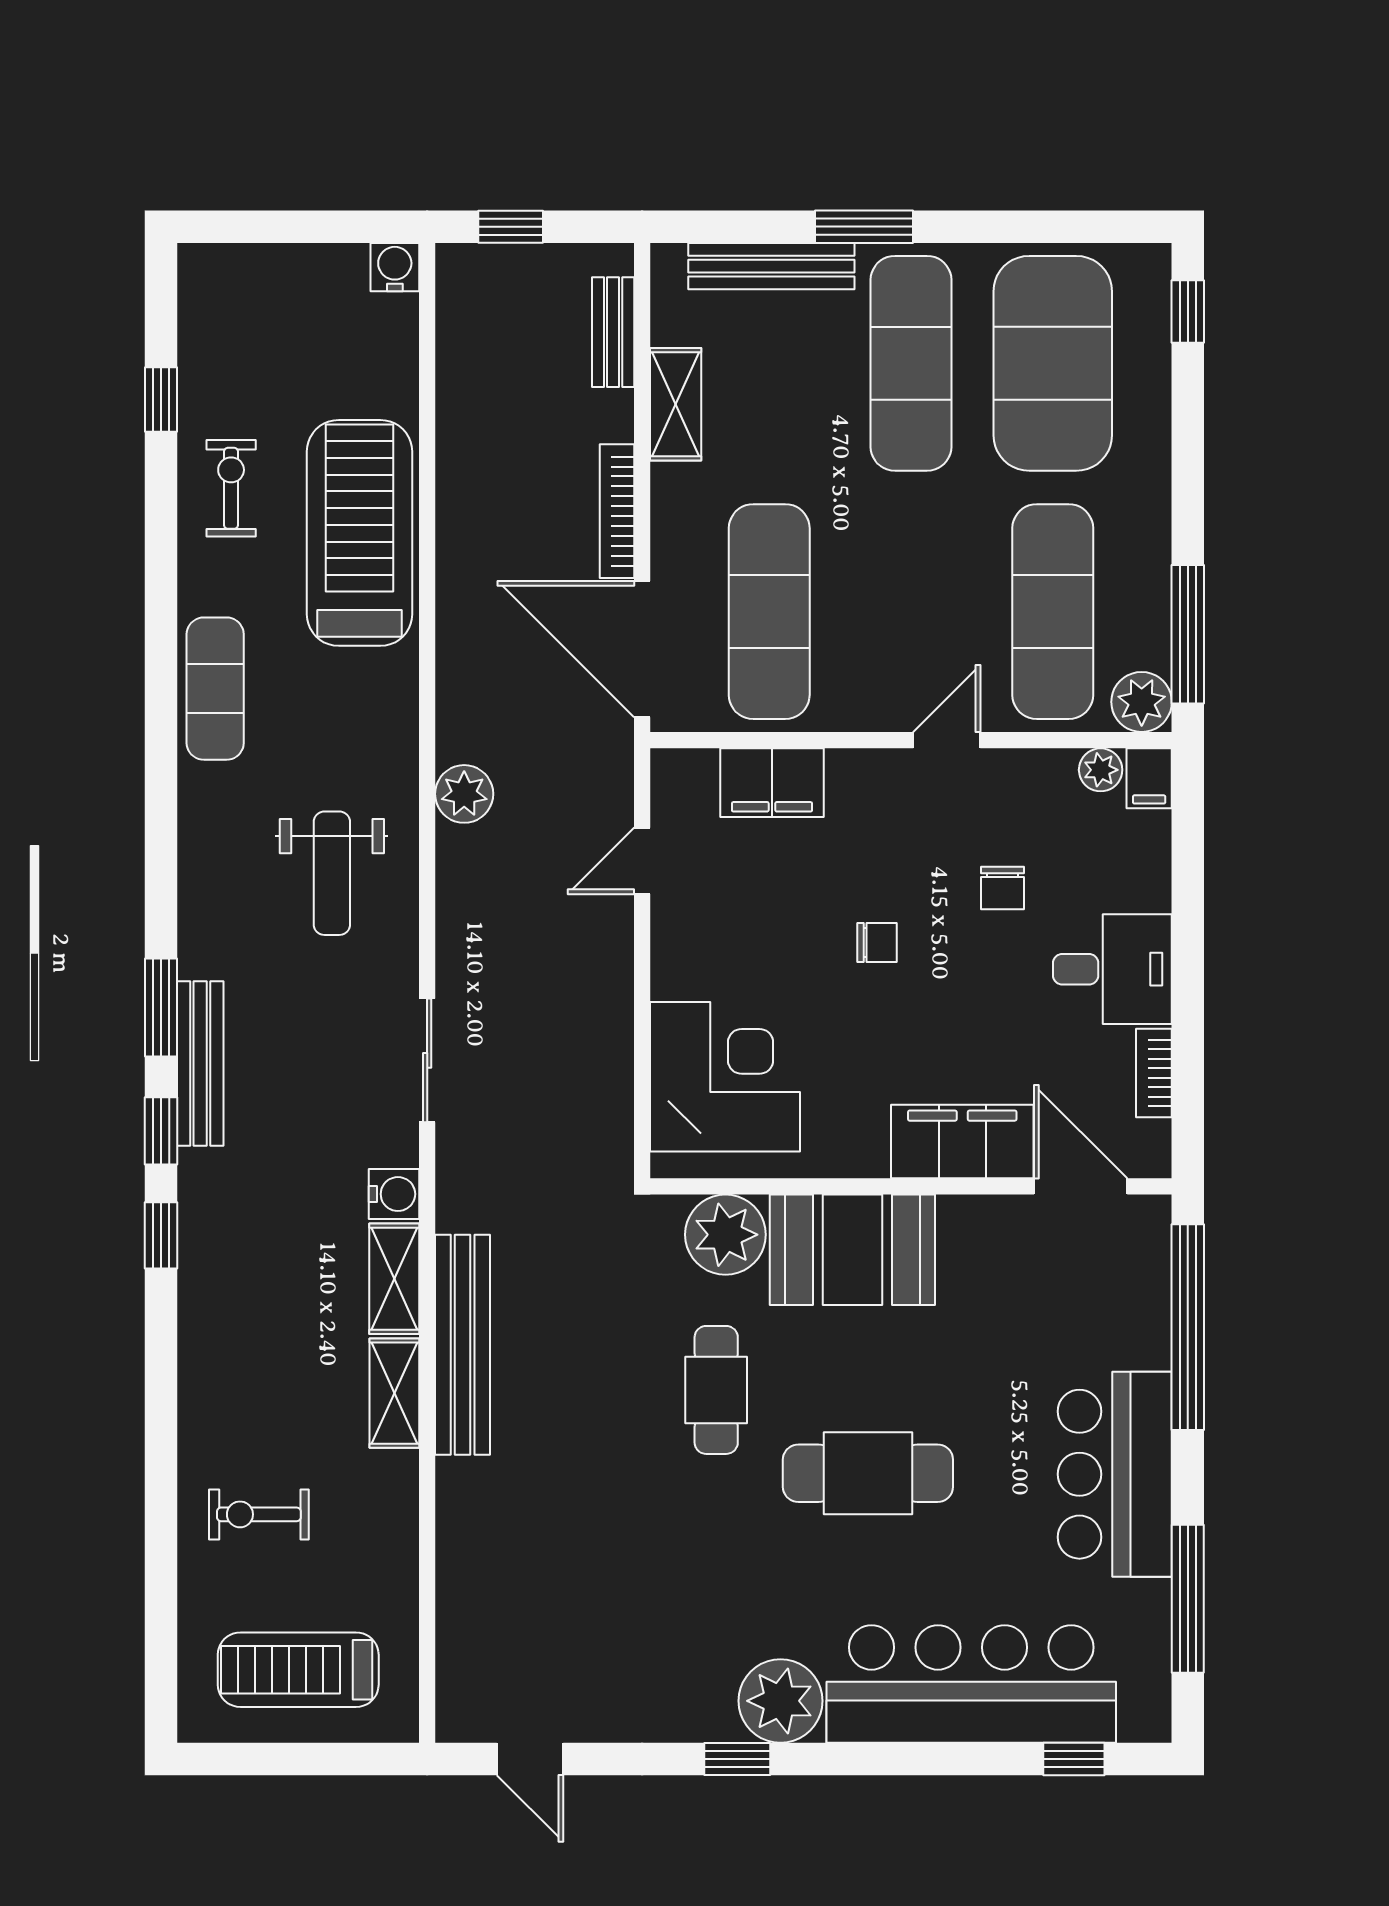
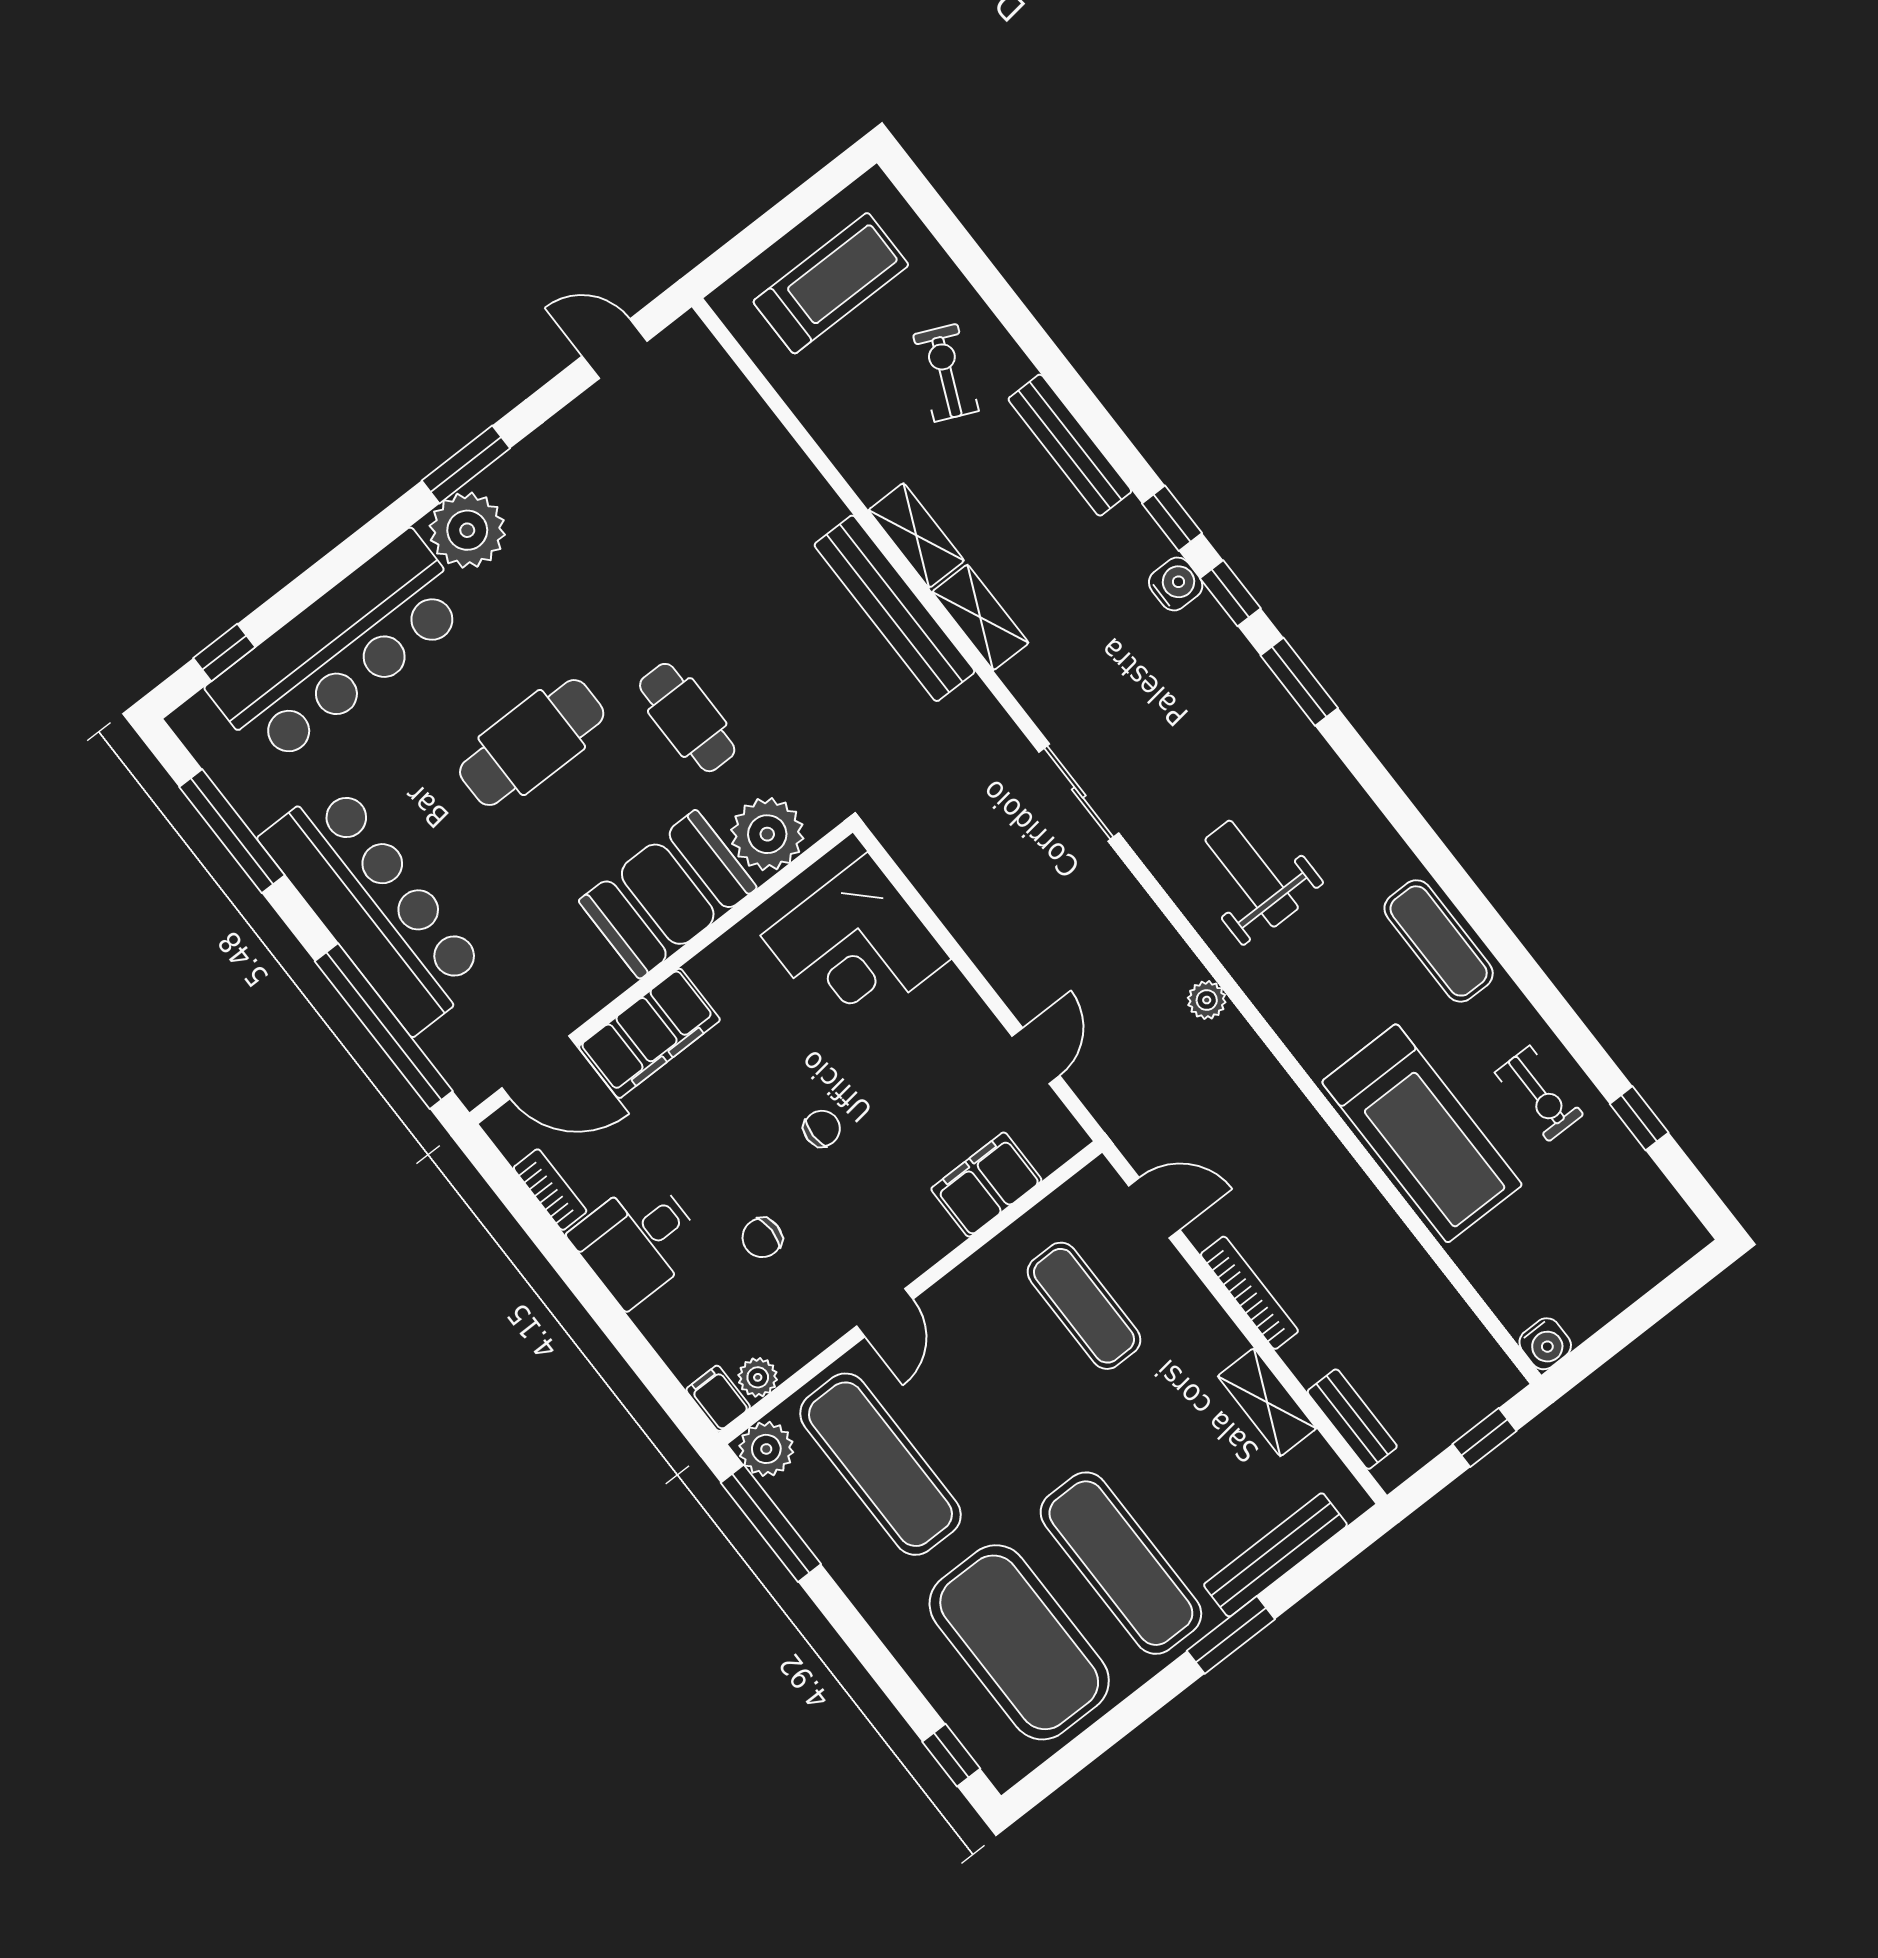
exercise mat: (769, 612) -> (1084, 1306), width x0.73, depth x0.69
door: (642, 649) -> (1154, 1208), width x0.53
plant: (464, 794) -> (1207, 1000), width x0.73, depth x0.73
chair: (1003, 888) -> (762, 1238), turned -90
chair: (877, 942) -> (822, 1129), turned 180
bench: (200, 1063) -> (1070, 445), moved
water cooler: (394, 1194) -> (1176, 584), moved, turned 180
bar counter: (1115, 1474) -> (375, 906), width x1.36
exercise bike: (259, 1514) -> (946, 373), turned -66
window: (737, 1759) -> (466, 464), width x1.50

